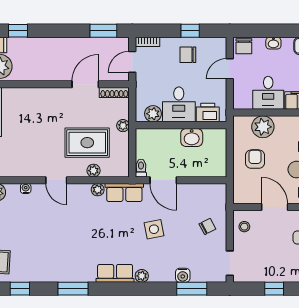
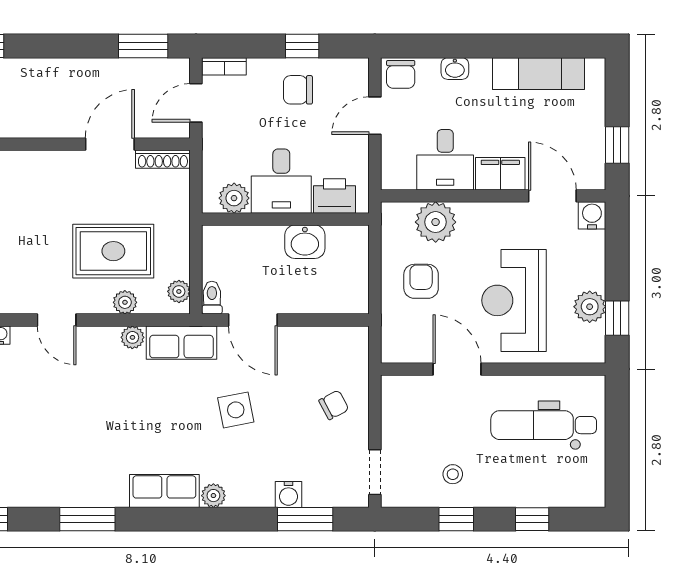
plant: (123, 126) -> (179, 291), moved
stool: (244, 227) -> (453, 474), moved

